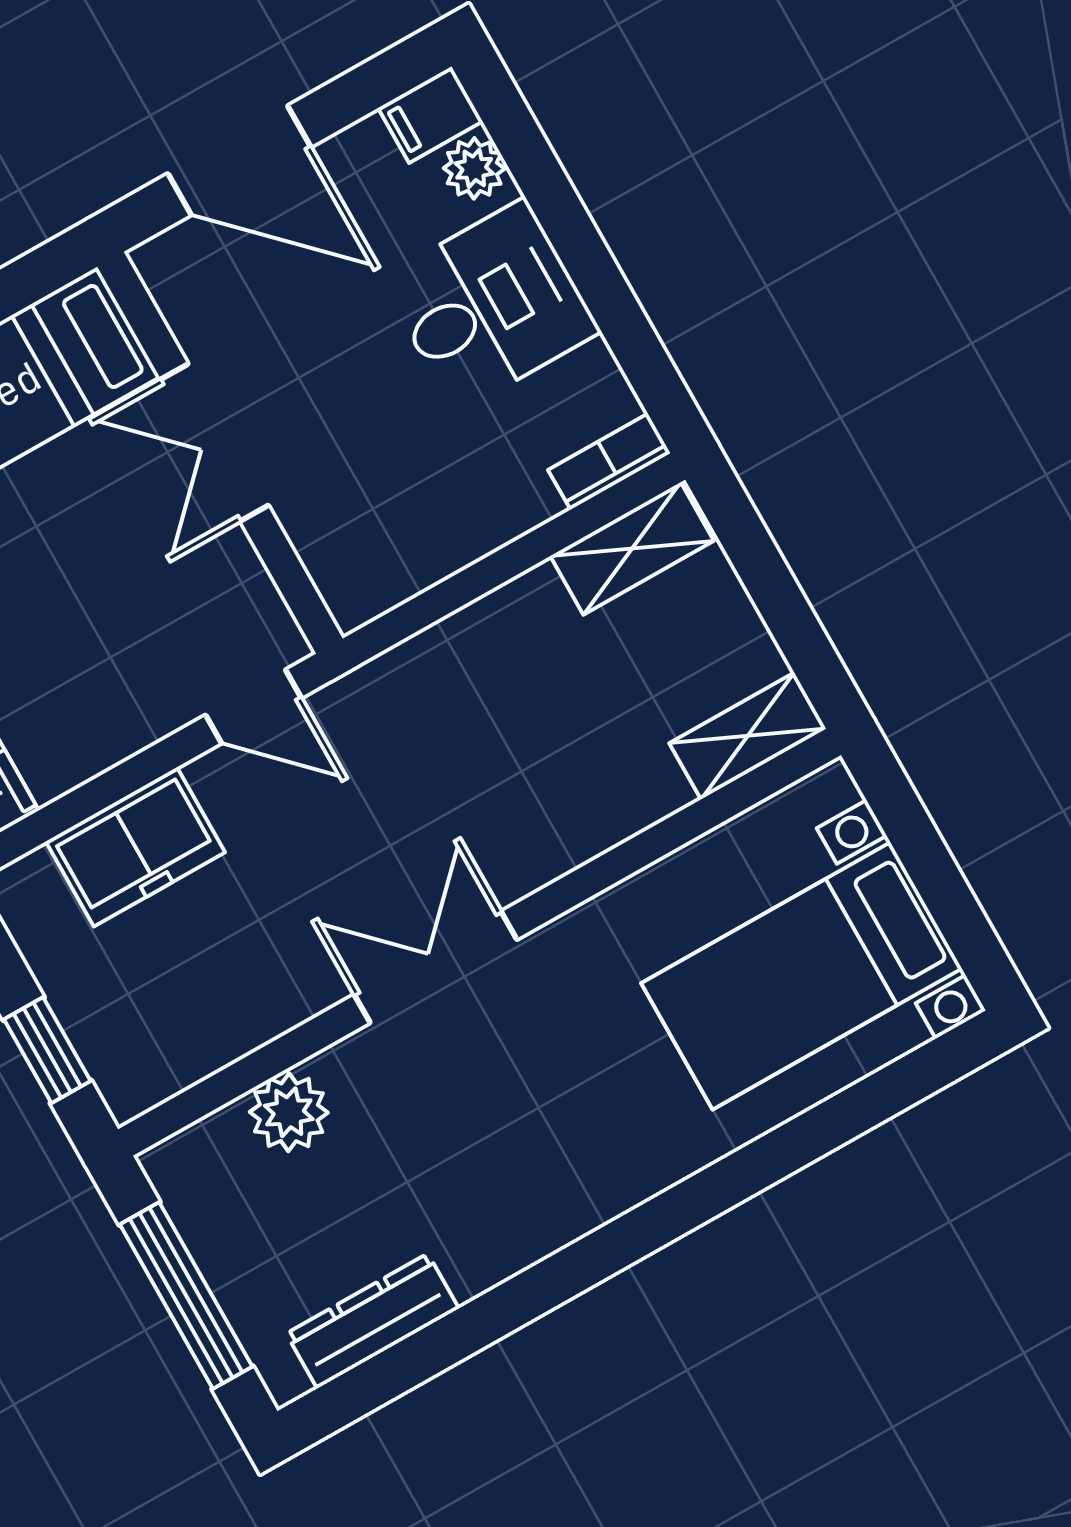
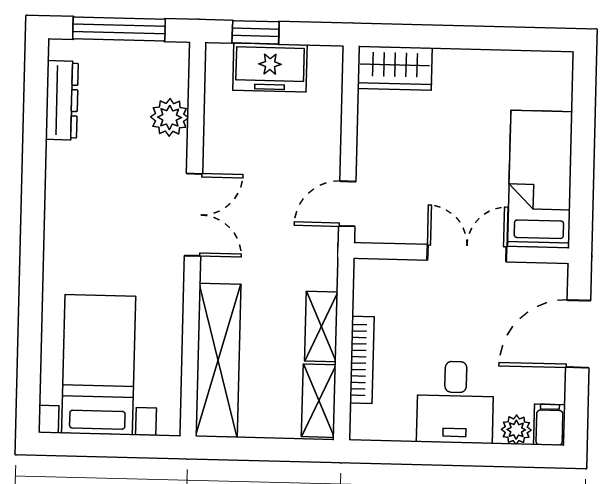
bookcase: (609, 461) -> (362, 360), moved, width x1.56
shelving: (498, 623) -> (321, 327), added
shelving: (748, 736) -> (218, 360), width x2.20, depth x1.33
freezer: (135, 847) -> (270, 67), moved, turned -90

